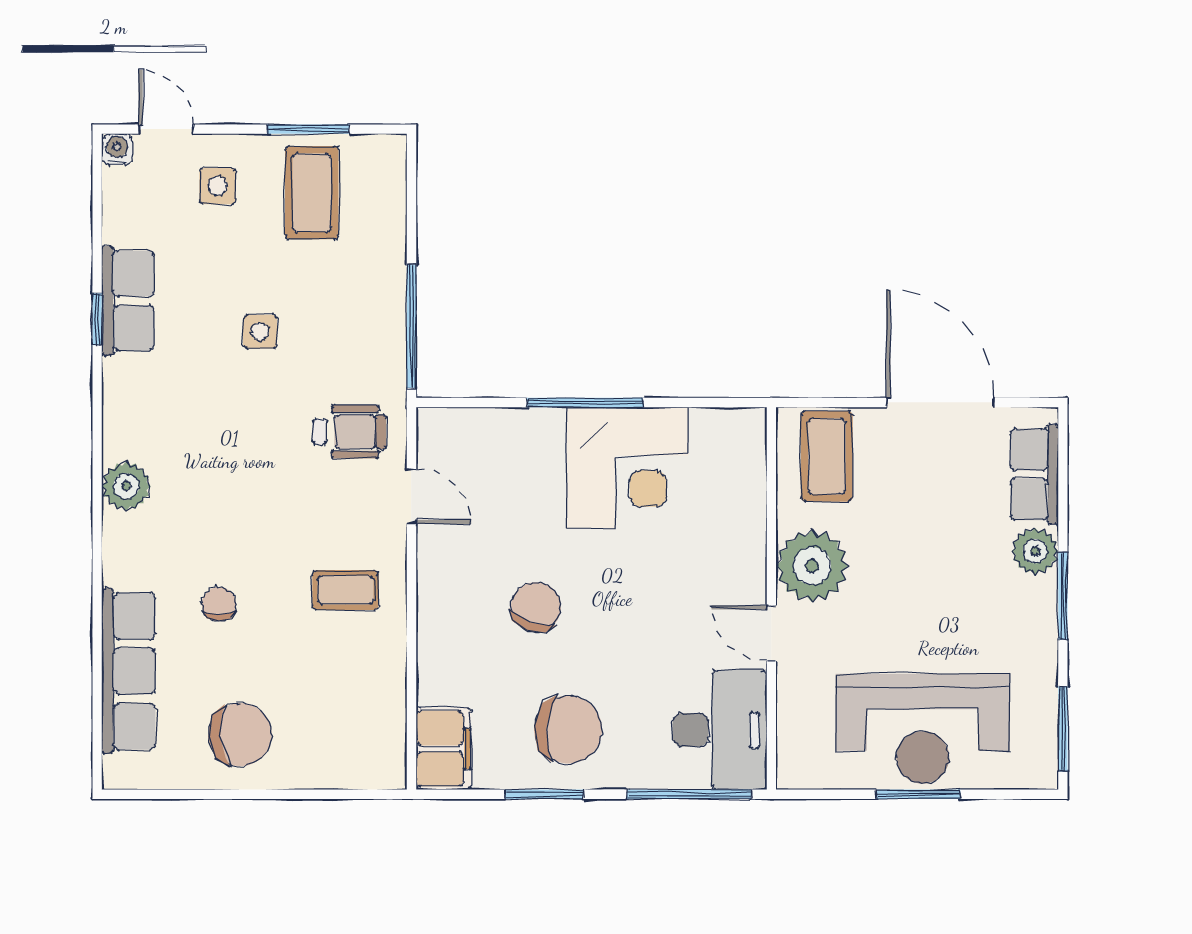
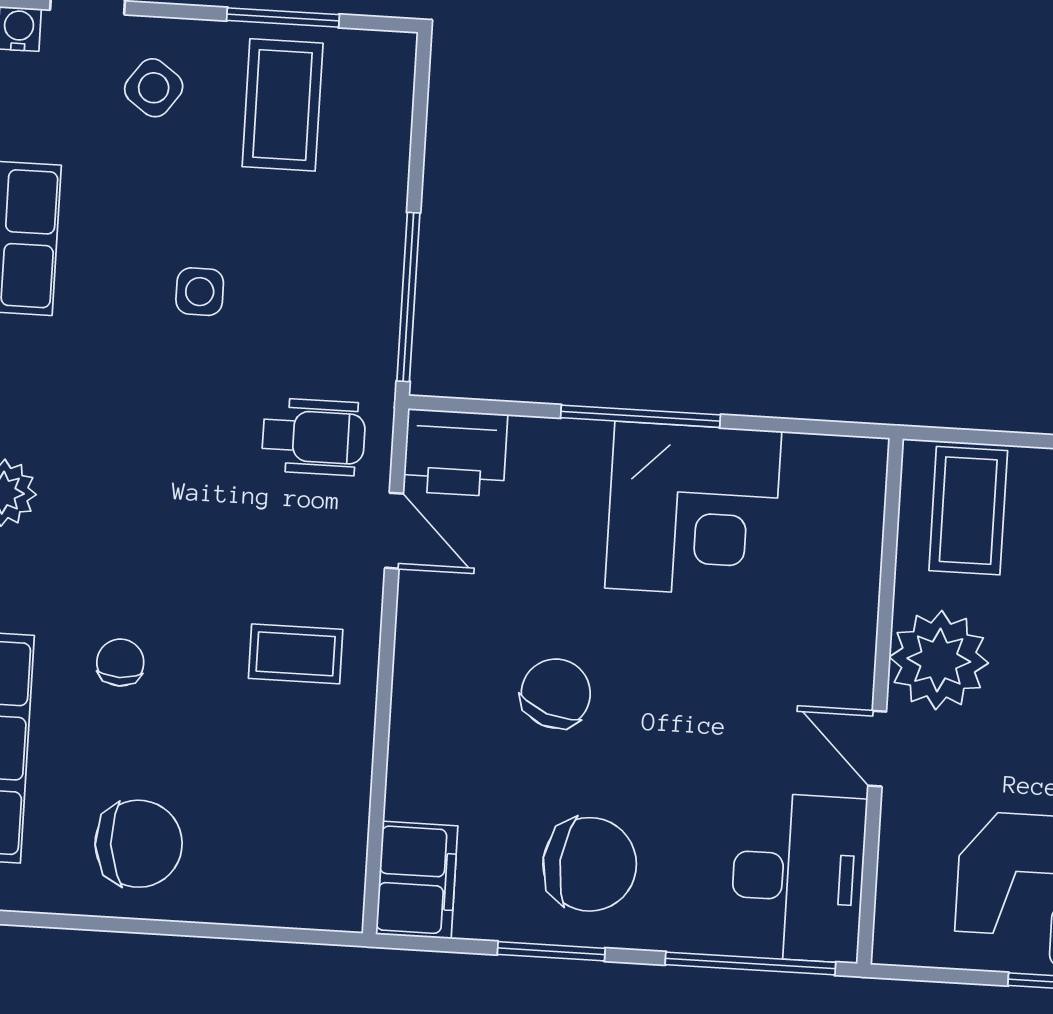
side table: (218, 186) -> (154, 88), turned 36
printer: (452, 437) -> (455, 453), added

